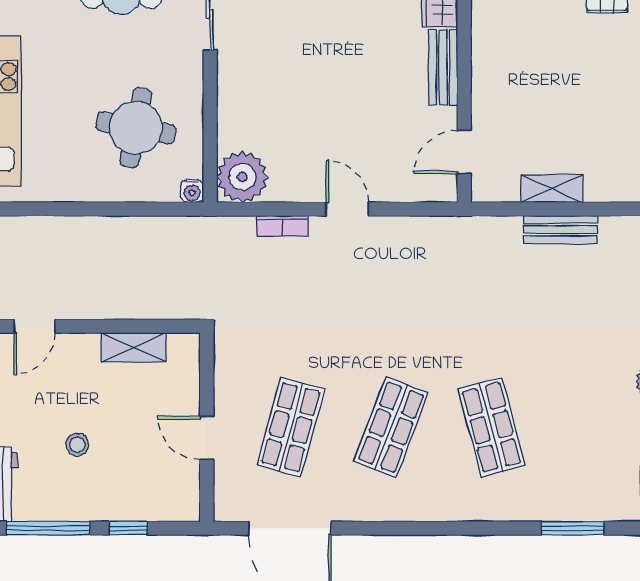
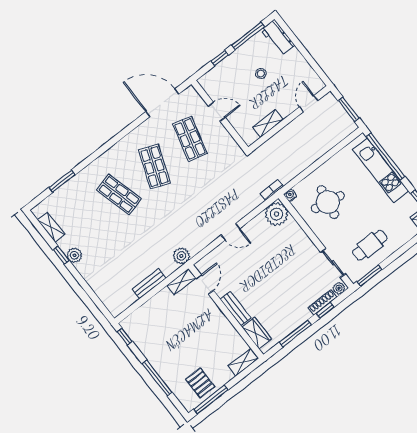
shelving: (552, 189) -> (181, 282), moved
bookcase: (282, 226) -> (272, 190), moved
plant: (466, 234) -> (181, 256), added

